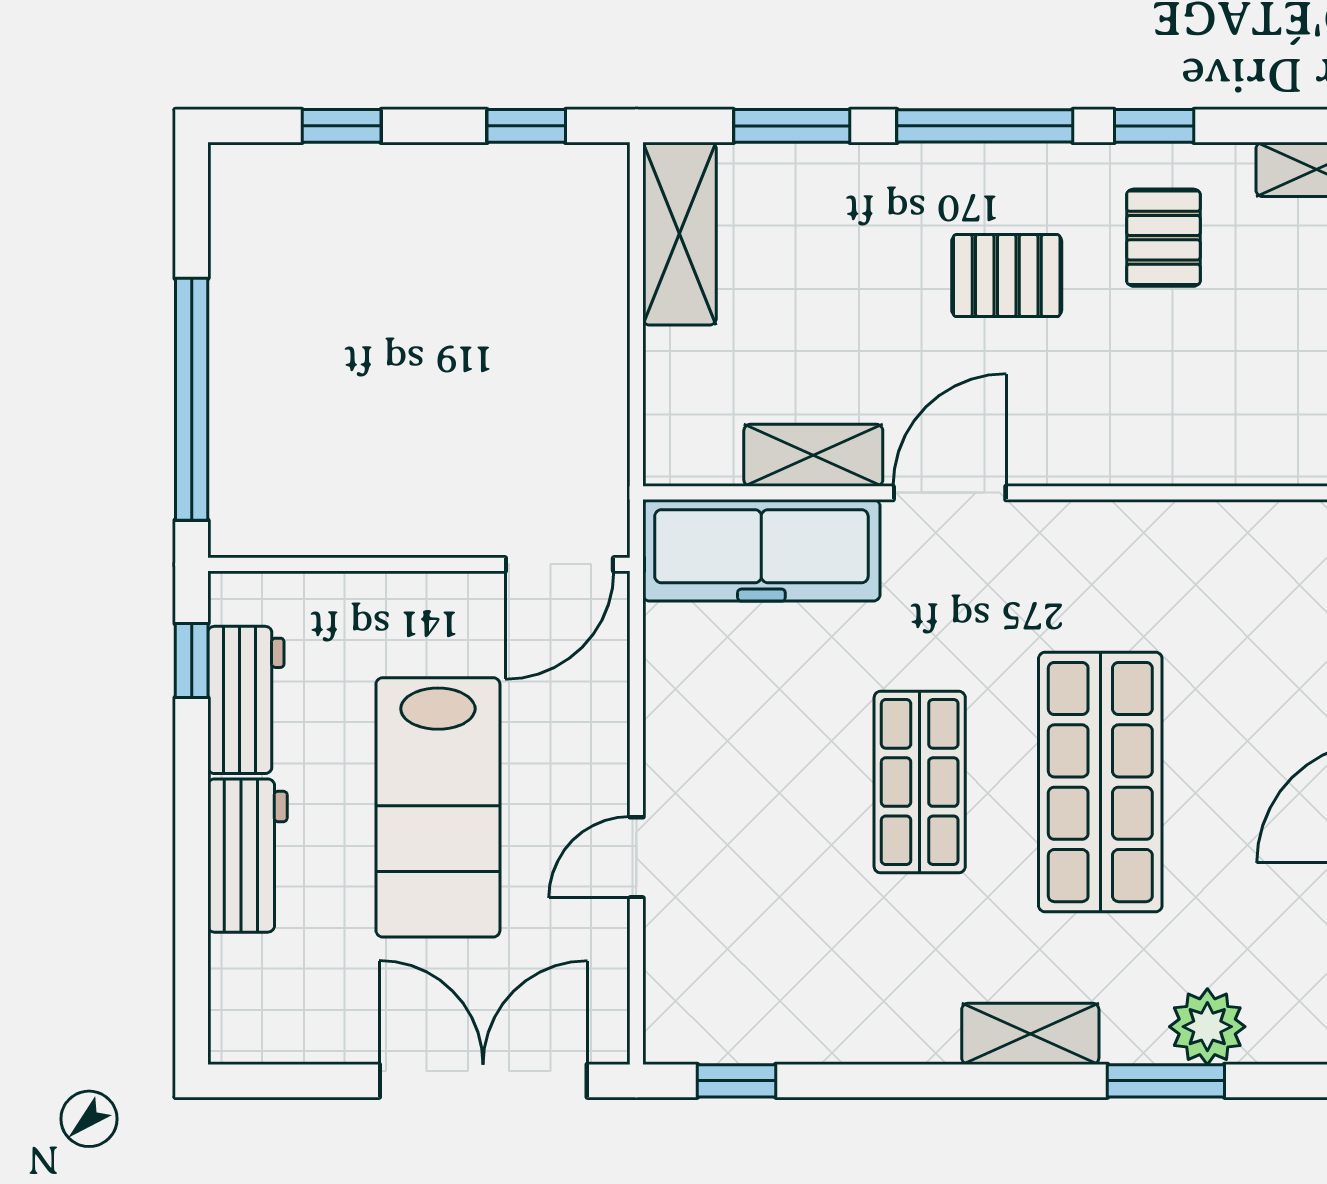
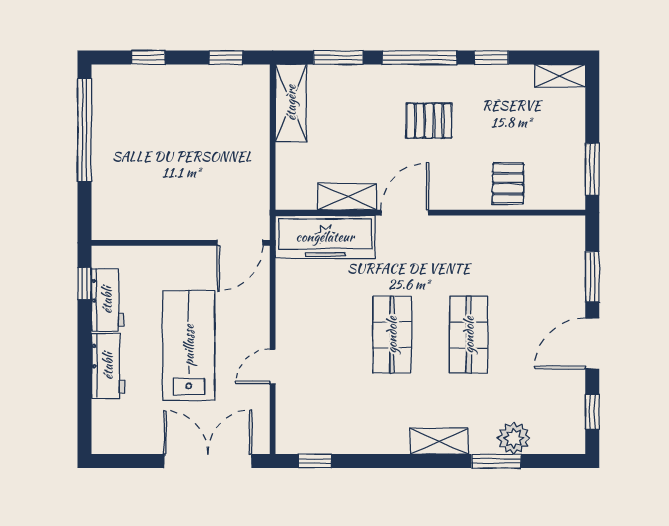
pallet: (1163, 238) -> (508, 183), moved
window: (192, 399) -> (85, 130), moved
shop shelf: (1100, 782) -> (469, 335), width x0.70, depth x0.74
lab bench: (438, 807) -> (189, 345), turned 180

